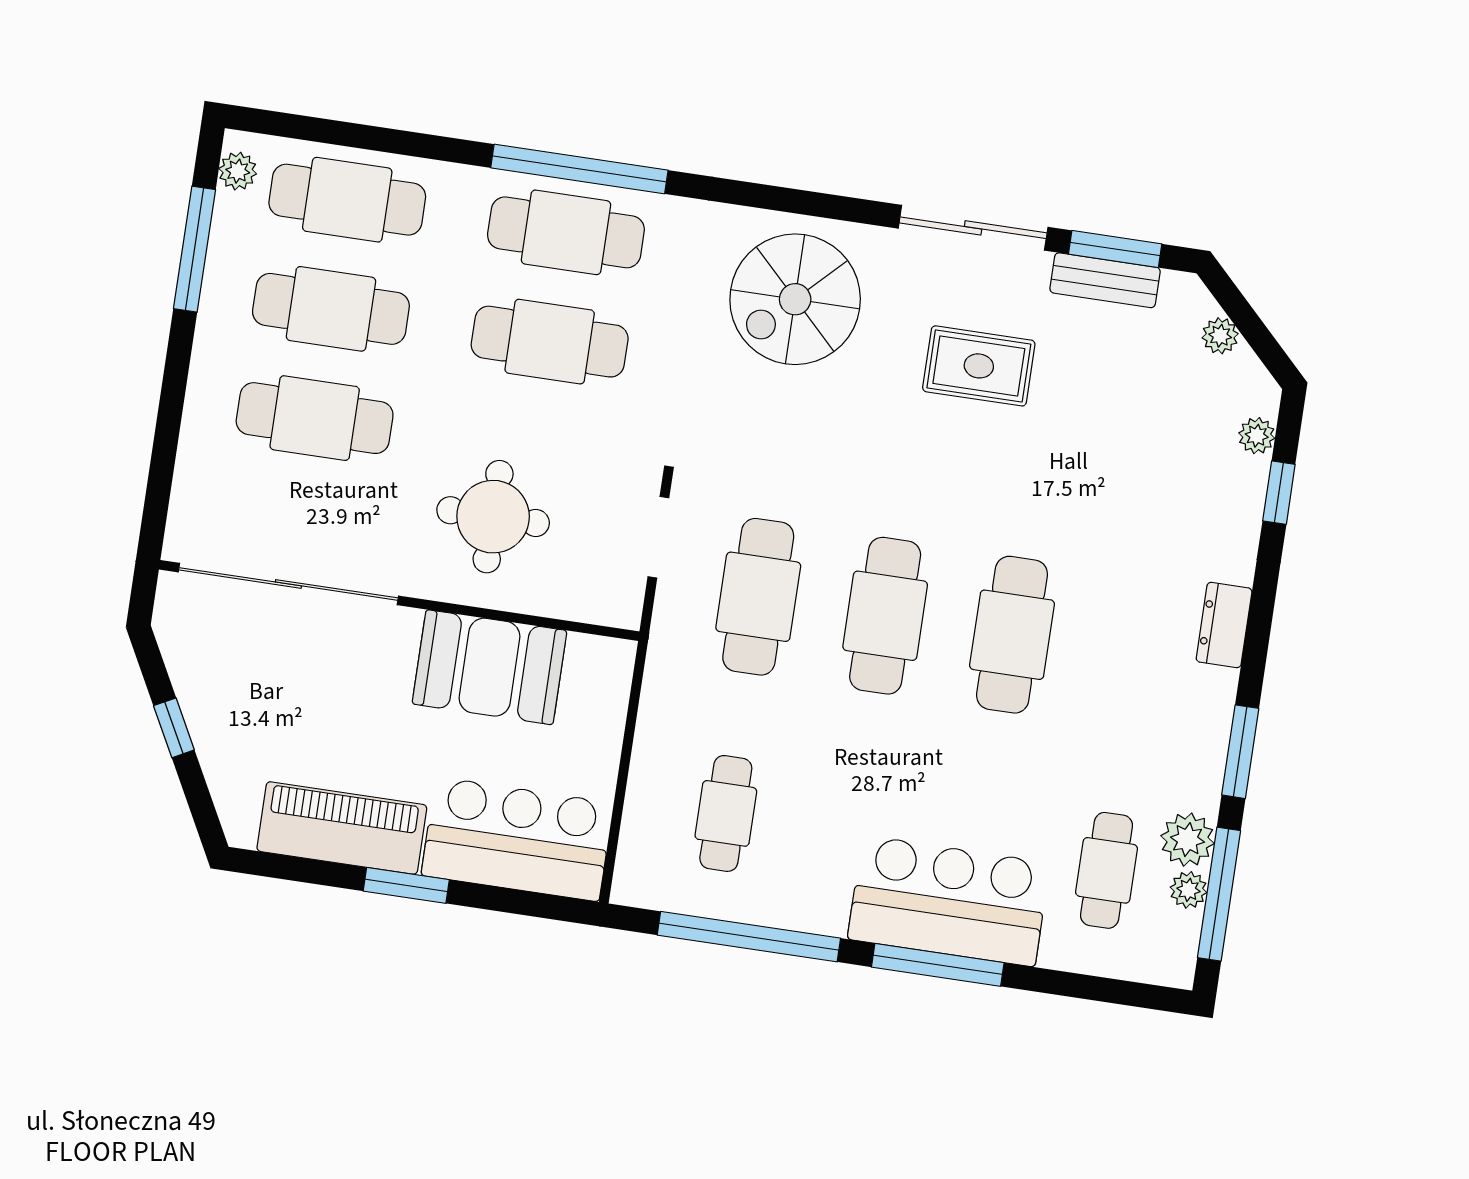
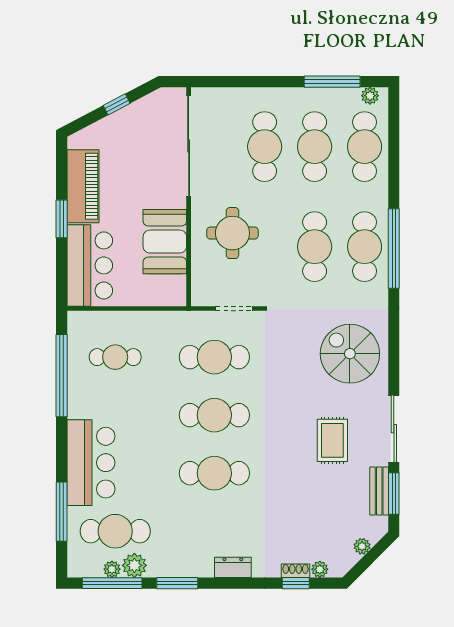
shoe rack: (1252, 489) -> (296, 571), added
cafe table: (1107, 870) -> (115, 531), width x1.37, depth x1.35
window: (938, 965) -> (62, 512), moved

